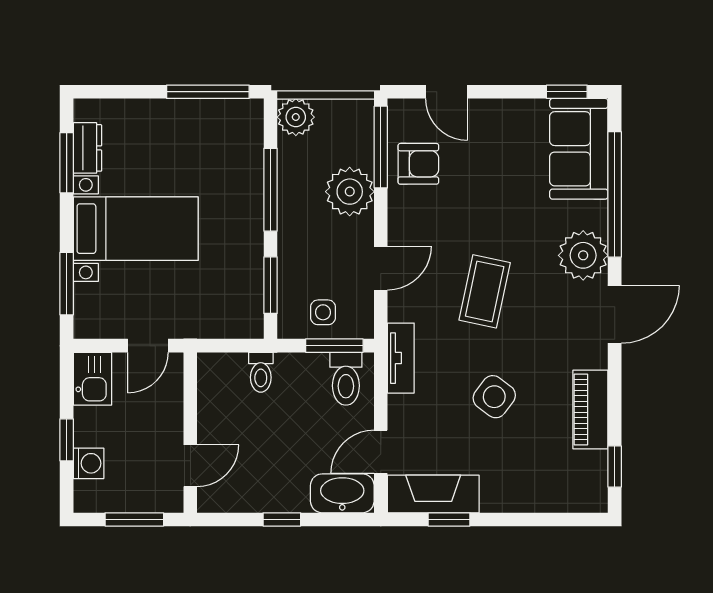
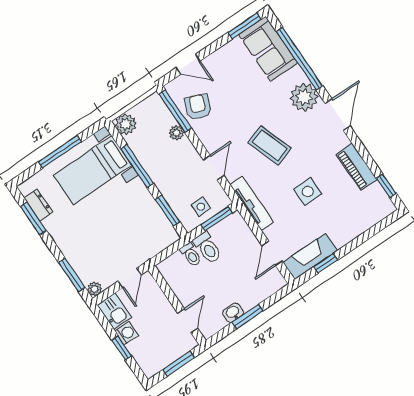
window: (208, 92) -> (60, 152), moved
window: (567, 92) -> (244, 26), width x1.50
armchair: (418, 164) -> (198, 107), turned -68
plant: (350, 192) -> (176, 133), width x0.53, depth x0.53
bed with nightstands: (136, 229) -> (93, 170), moved, turned 180
coffee table: (485, 291) -> (270, 145), turned -31
plant: (86, 326) -> (94, 289), added
tv unit: (401, 358) -> (252, 203), width x1.41
toilet: (346, 379) -> (207, 248), moved
side table: (494, 397) -> (308, 192), turned -37
washing machine: (89, 463) -> (127, 333), moved
washbasin: (342, 493) -> (233, 313), moved, width x0.52, depth x0.69
window: (282, 519) -> (248, 317), width x1.50

